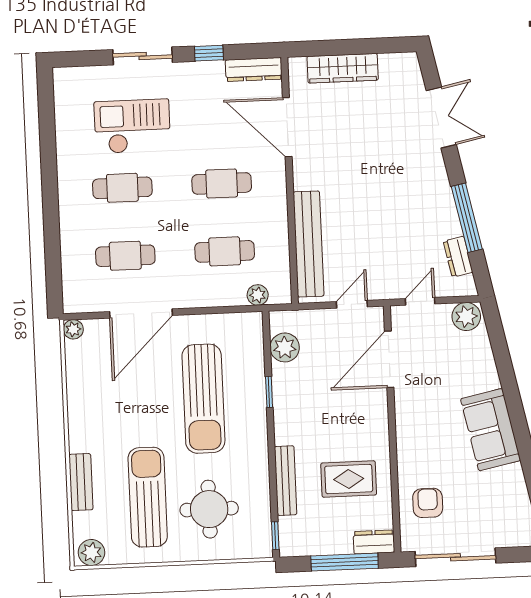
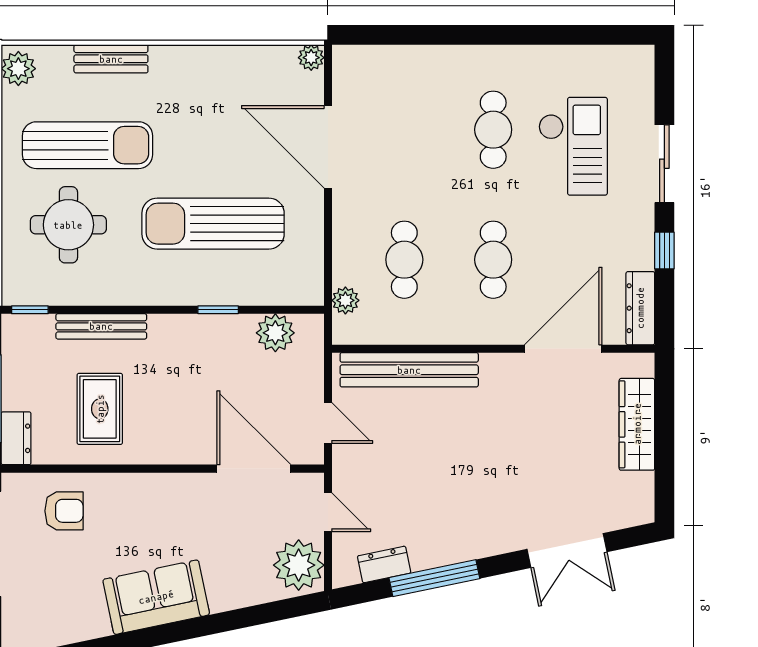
cafe table: (125, 256) -> (404, 130), removed
plant: (466, 316) -> (299, 565), width x1.36, depth x1.36

